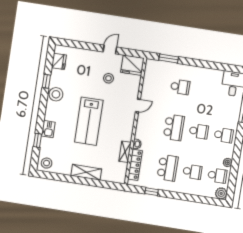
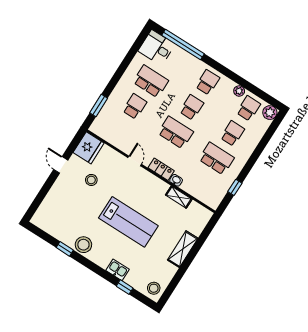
fridge: (59, 61) -> (49, 226), removed
school desk: (205, 91) -> (151, 81), added
locker: (135, 165) -> (161, 169), moved, width x0.66

